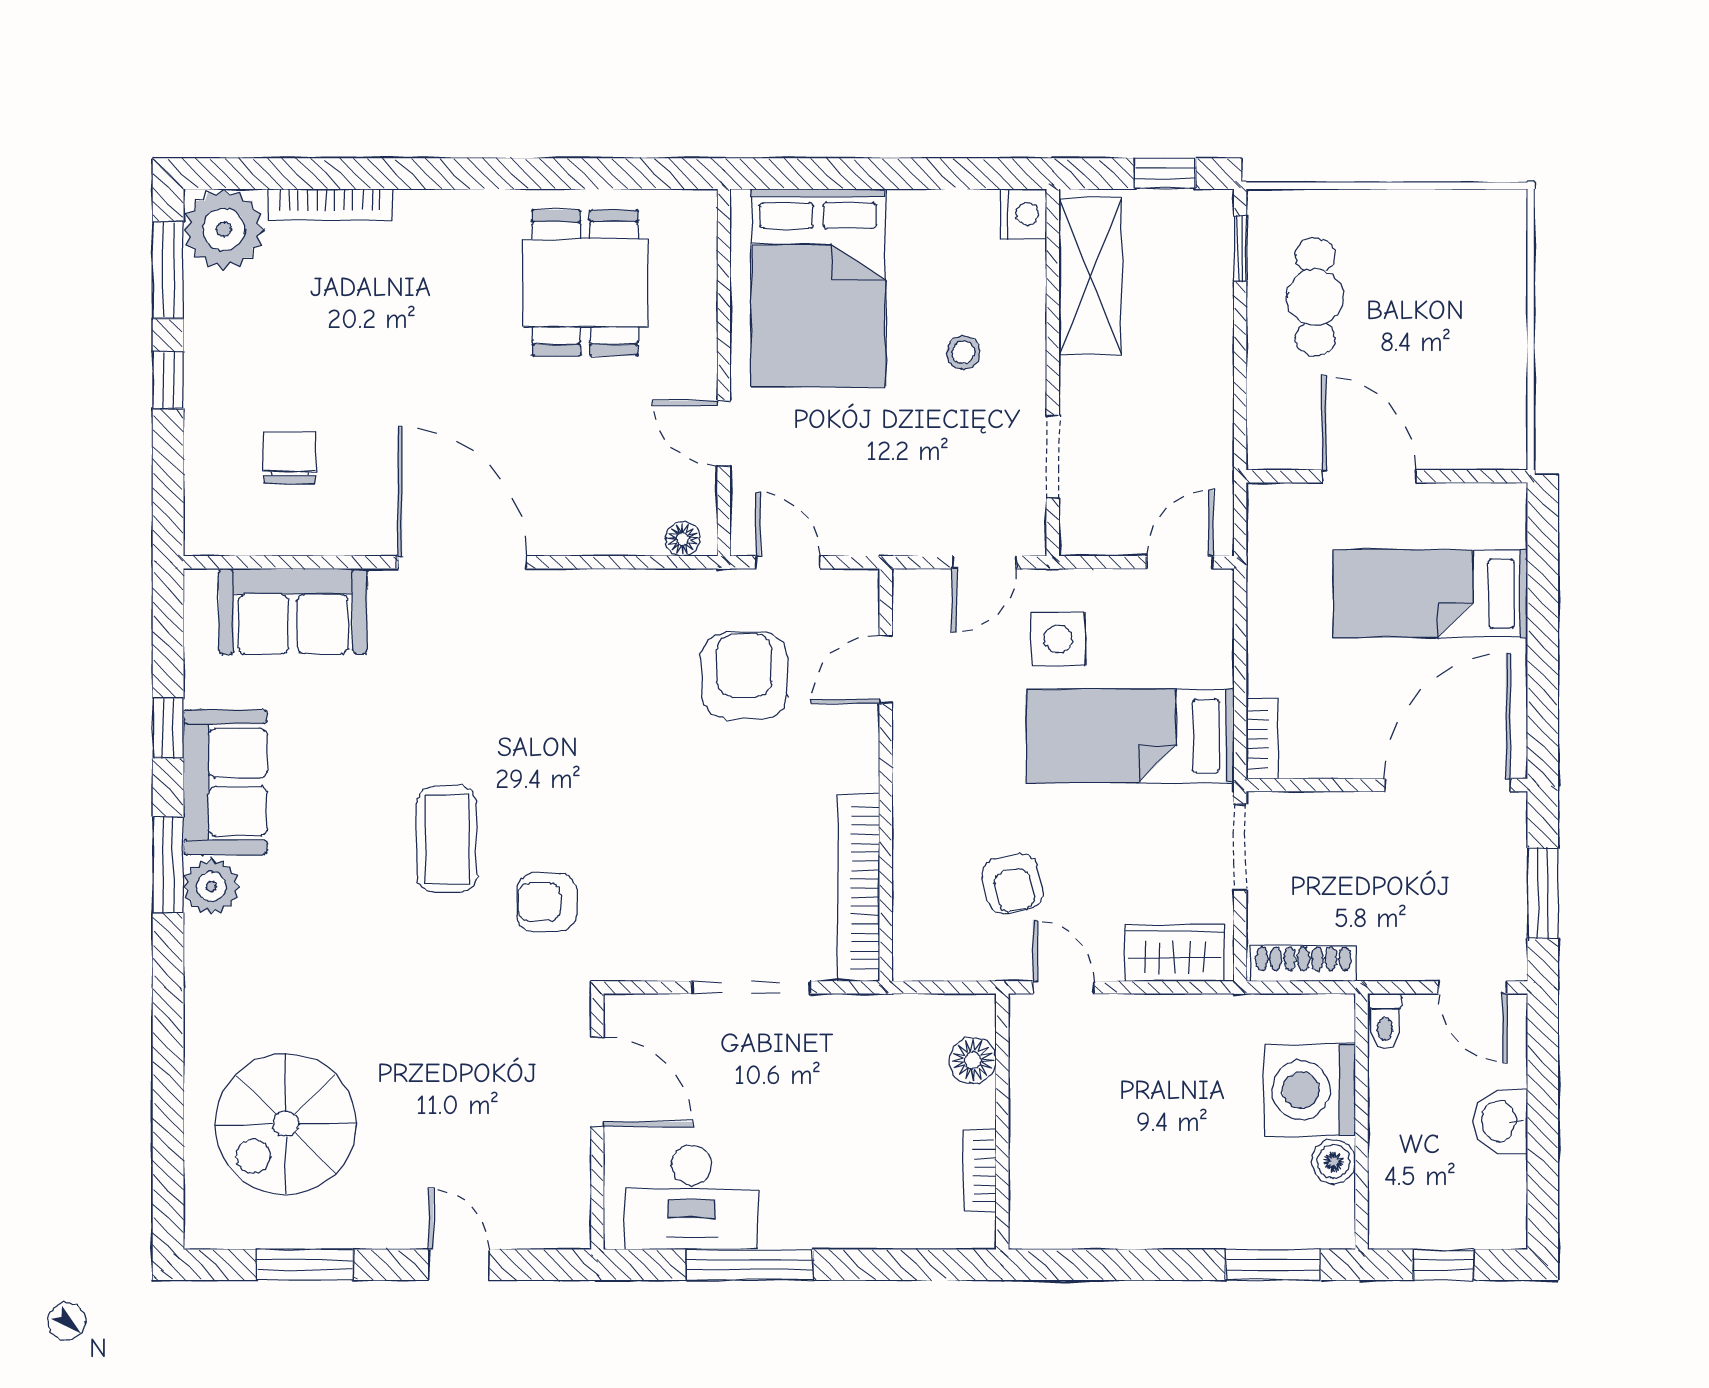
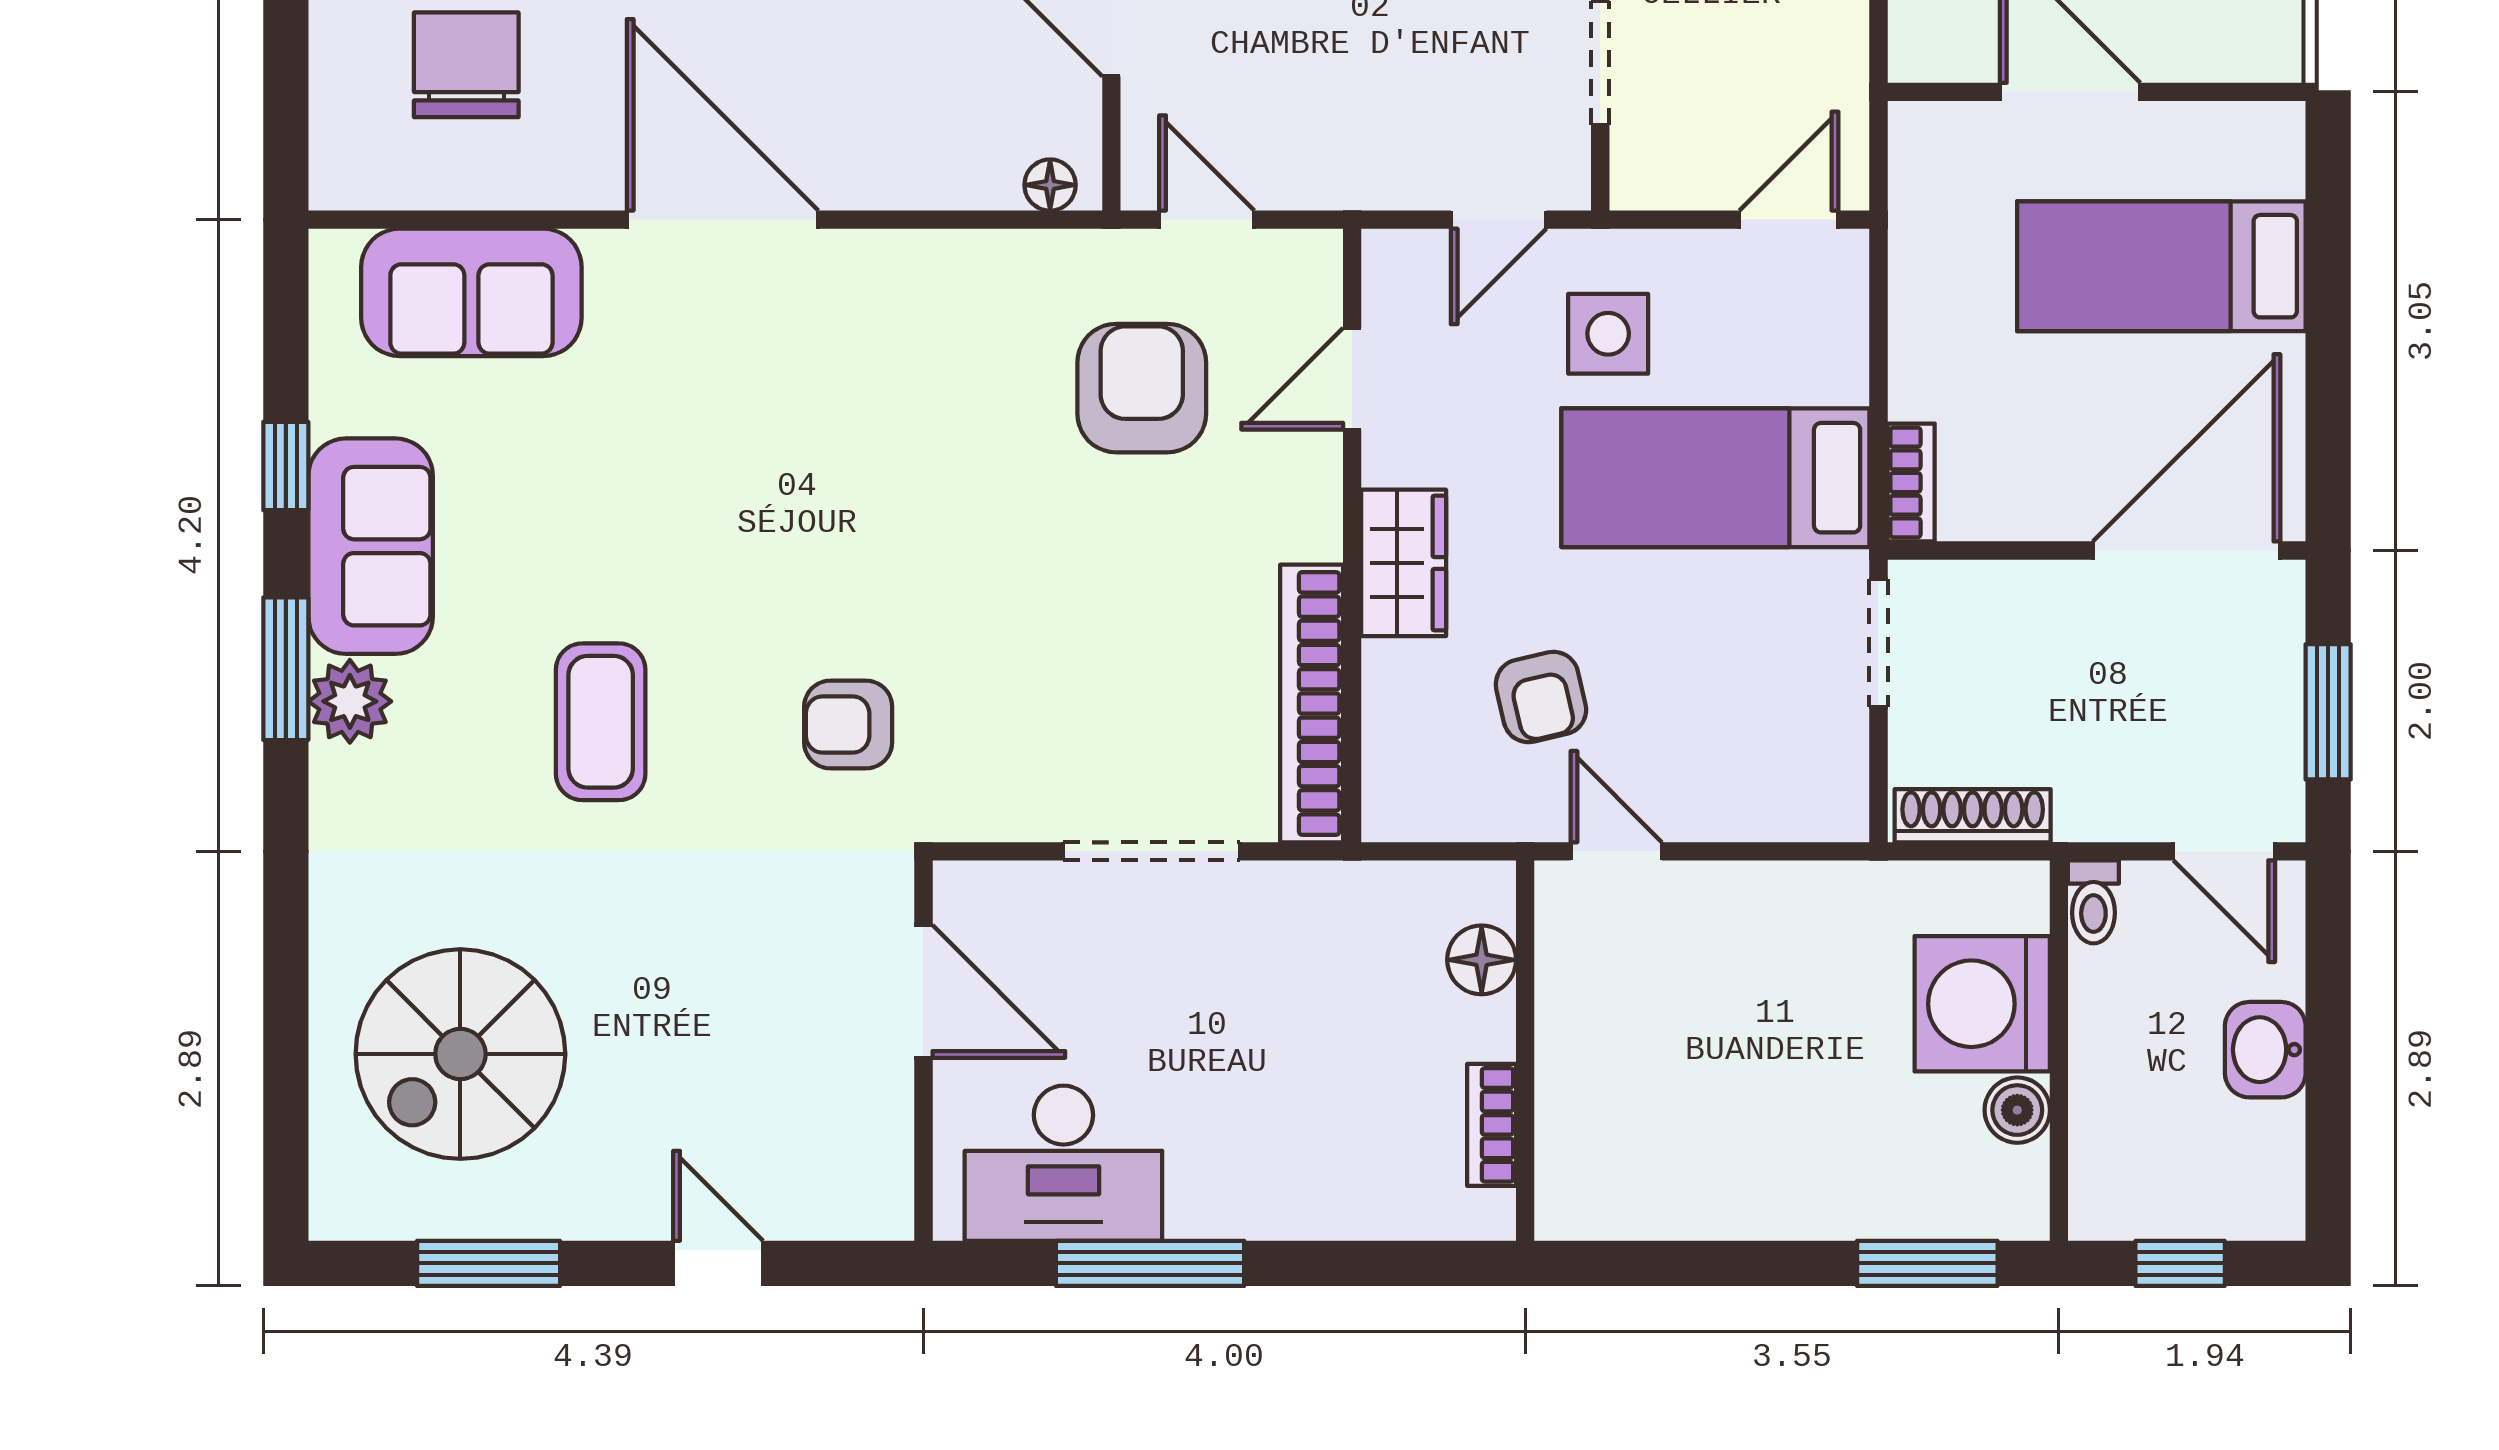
chair: (290, 458) -> (466, 65), width x1.37, depth x1.37
coffee table: (447, 839) -> (601, 722), moved
wardrobe: (1175, 953) -> (1404, 563), moved, turned 90

